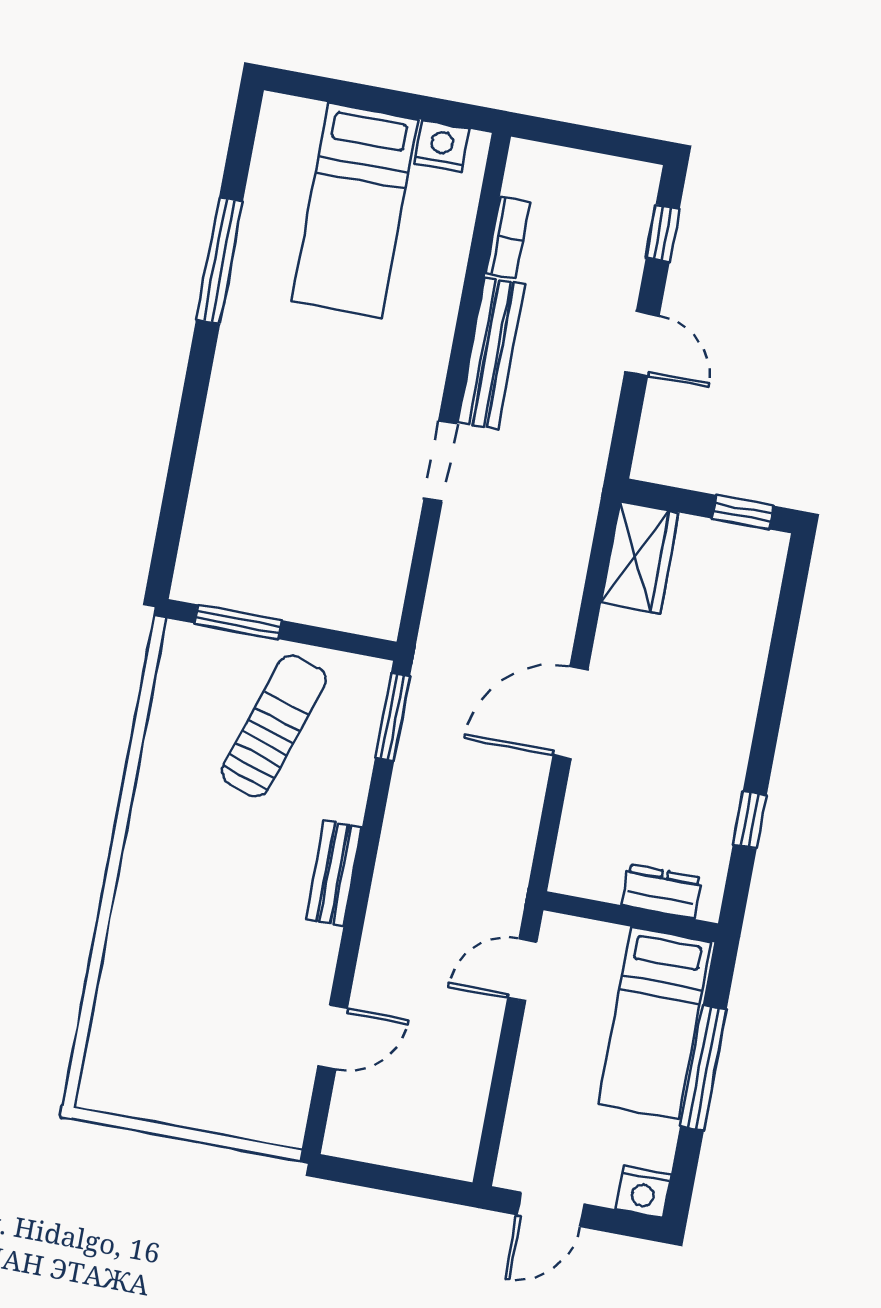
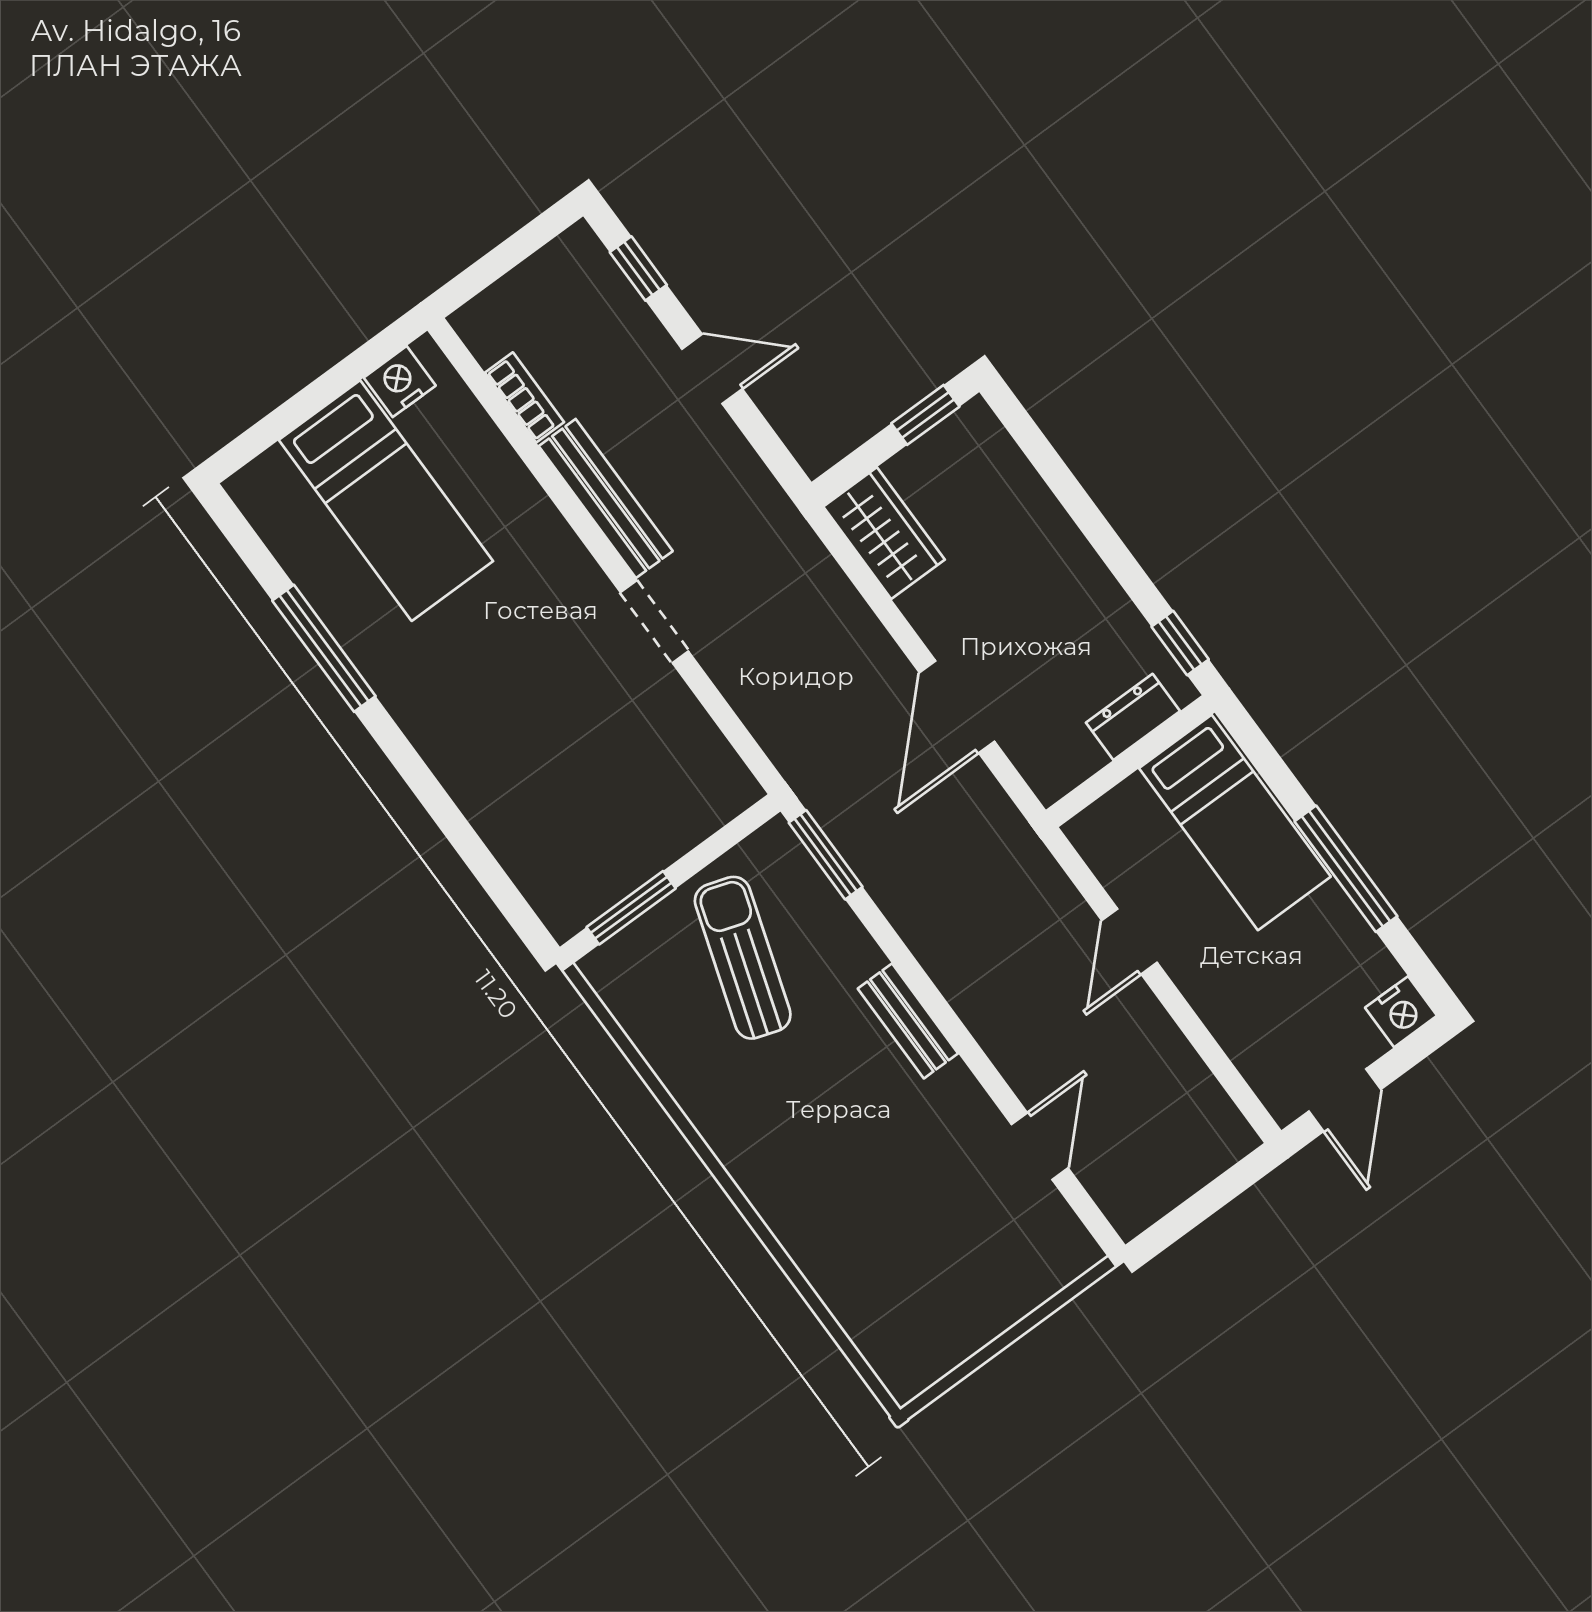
dresser: (661, 891) -> (1133, 717), moved
wall: (631, 917) -> (1130, 761), moved
bed: (655, 1023) -> (1235, 822), moved

